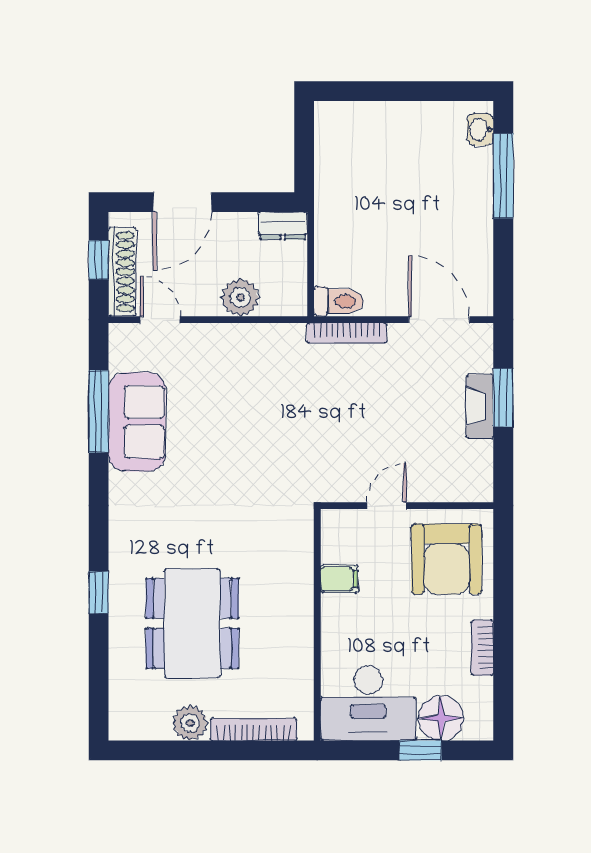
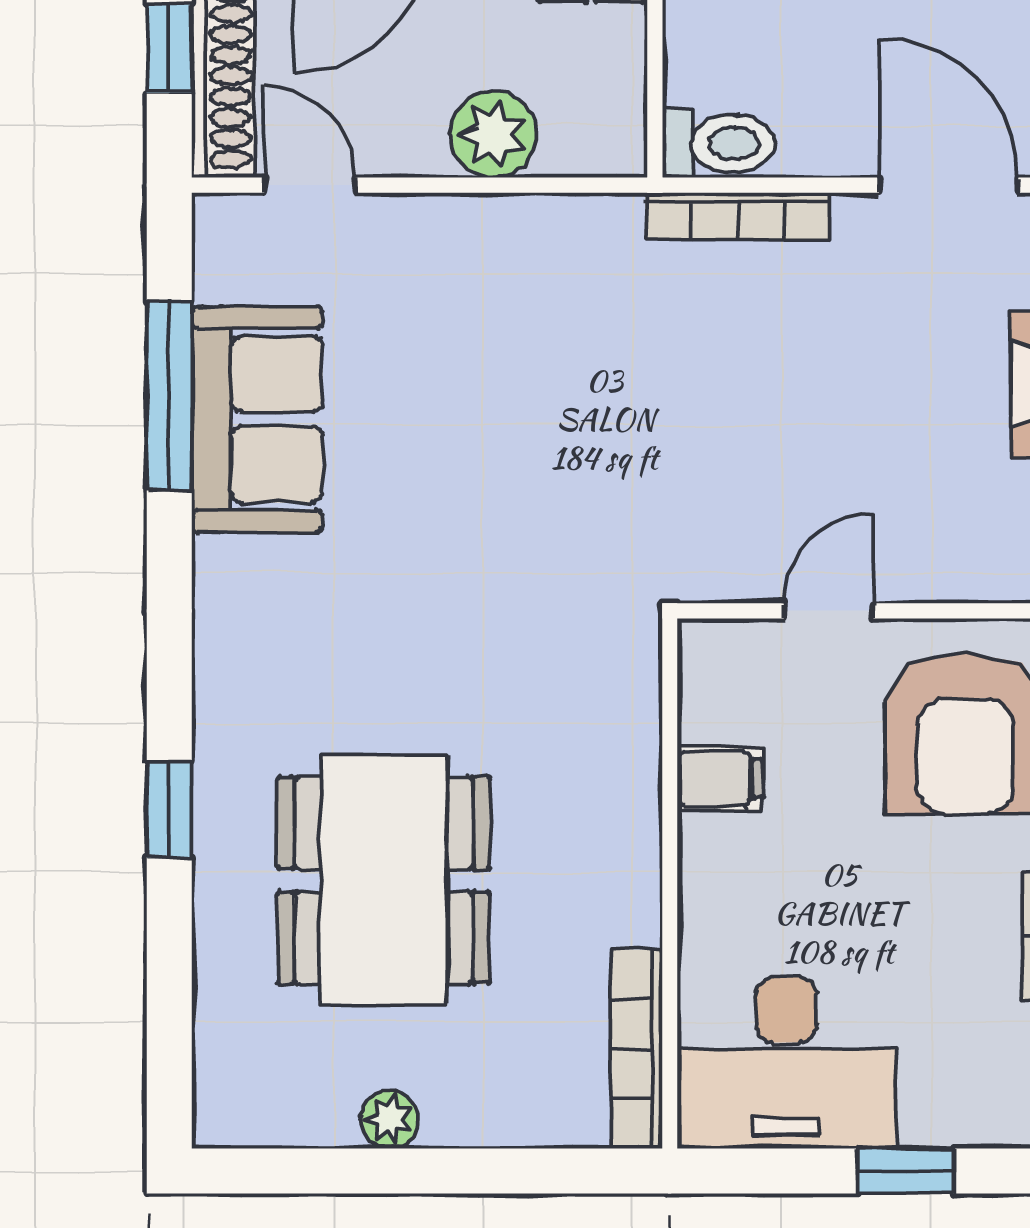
floor lamp: (441, 718) -> (953, 1097), removed
plant: (190, 723) -> (389, 1120), width x0.73, depth x0.73
bookcase: (254, 729) -> (637, 1049), moved, turned -90

